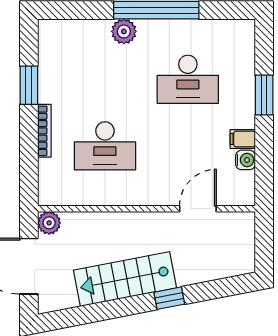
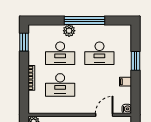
desk: (105, 79) -> (60, 53), added
window: (29, 85) -> (24, 42), moved
water cooler: (245, 160) -> (127, 109), moved

